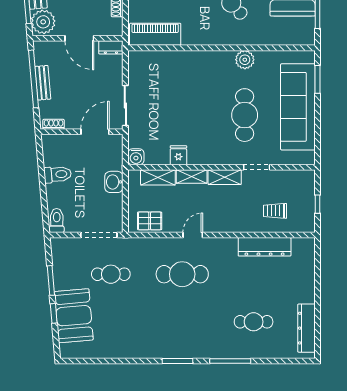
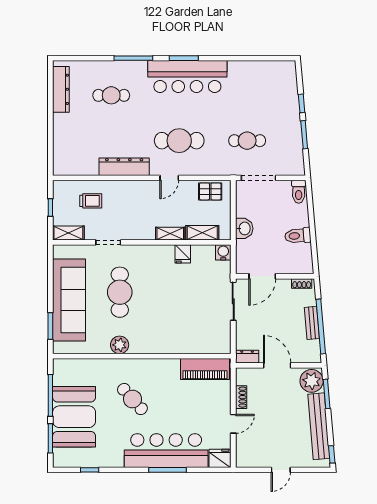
shelving: (225, 177) -> (68, 233), moved
dresser: (265, 247) -> (124, 167), moved
booth: (74, 316) -> (282, 101), removed
bar counter: (174, 342) -> (187, 76), added

